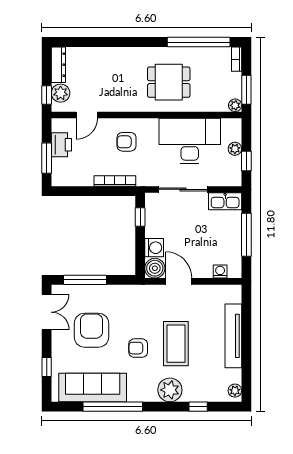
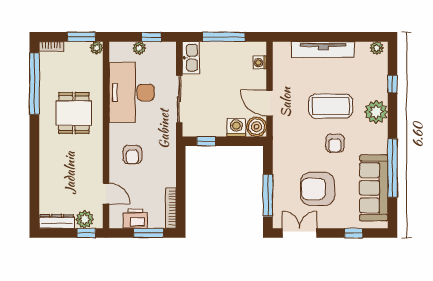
bookcase: (115, 181) -> (171, 208), moved
door: (179, 281) -> (269, 103), hinge flipped

